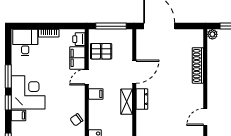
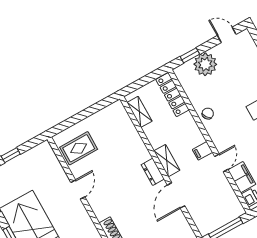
pallet: (101, 51) -> (221, 197), removed

